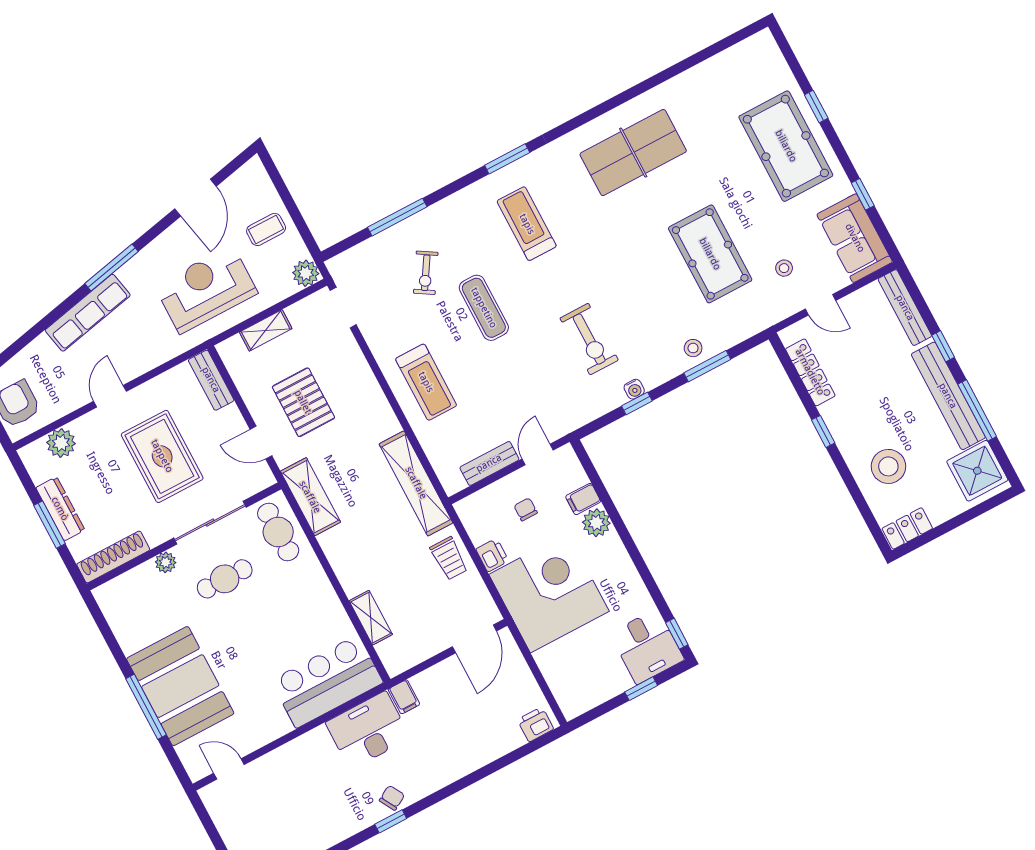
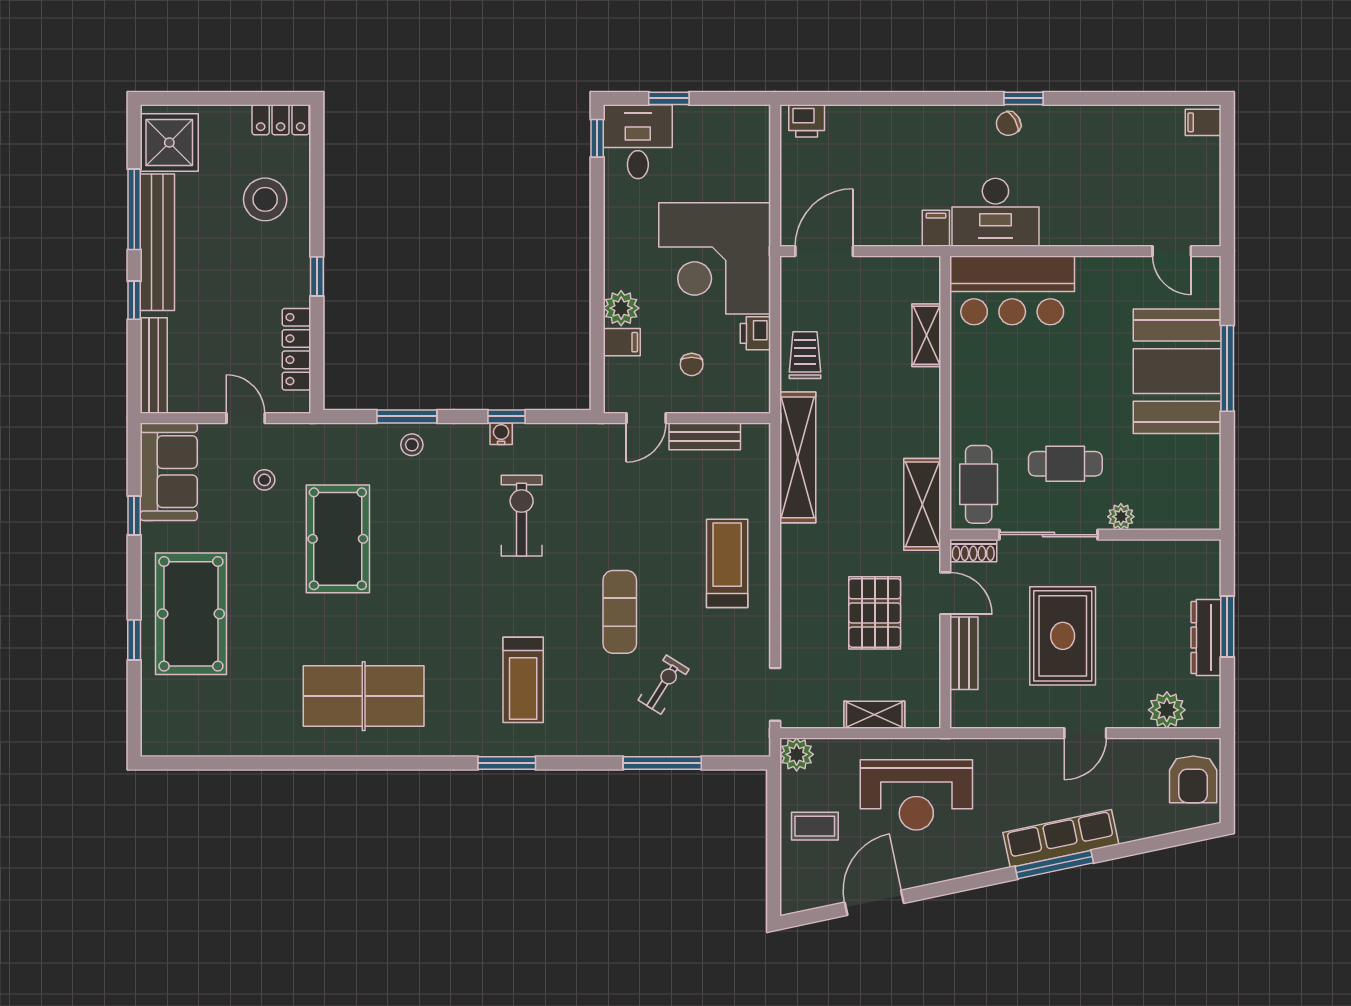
window: (112, 268) -> (1054, 865), moved
bench: (211, 380) -> (964, 653), moved
shoe rack: (113, 557) -> (973, 551), moved, width x0.51, depth x0.81

